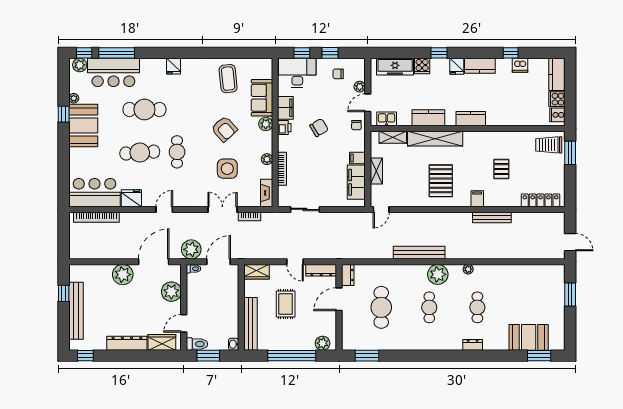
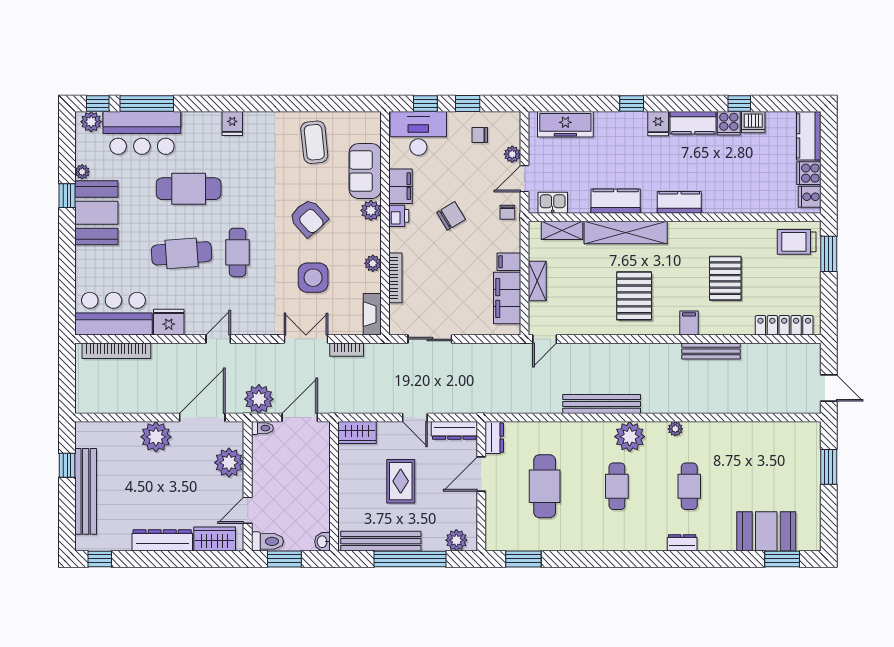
cooker: (422, 66) -> (729, 123), moved
pallet: (501, 169) -> (725, 278), width x1.50, depth x1.42
bench: (250, 324) -> (381, 541), moved, turned 90

